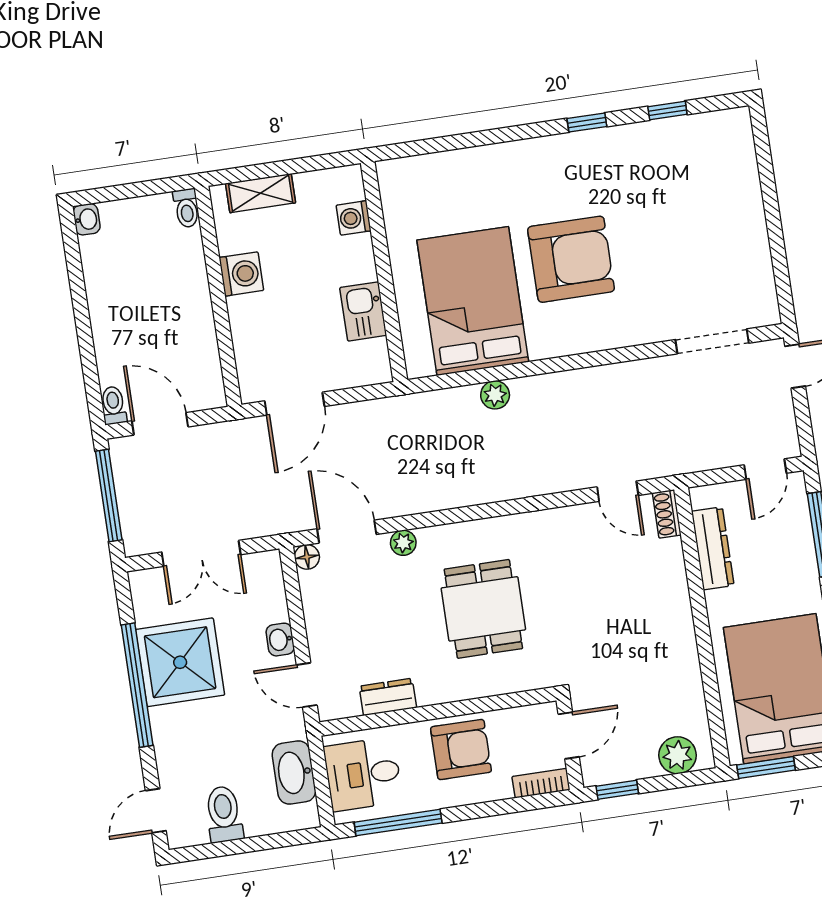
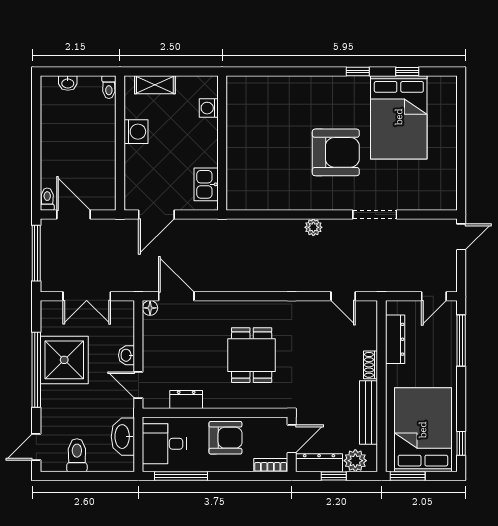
washbasin: (87, 219) -> (68, 83), moved, turned 90
bed: (473, 301) -> (399, 117), moved, turned 180
kitchen sink: (363, 311) -> (206, 184), moved
doorway: (712, 341) -> (375, 215), moved
plant: (495, 395) -> (313, 227), moved
shoe rack: (667, 514) -> (371, 365), moved
plant: (403, 543) -> (209, 308), removed
bench: (687, 674) -> (368, 412), added
dresser: (619, 768) -> (319, 463), added
window: (617, 790) -> (334, 476), moved

